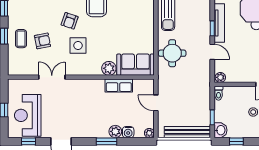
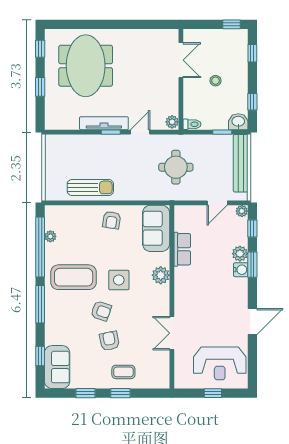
armchair: (142, 29) -> (112, 220), added
armchair: (42, 41) -> (109, 341), moved
side table: (78, 46) -> (119, 280), moved
round table: (172, 53) -> (176, 167), moved
plant: (109, 68) -> (161, 275), moved
door: (156, 103) -> (217, 203), moved
water cooler: (128, 132) -> (241, 270), moved
window: (29, 141) -> (252, 229), moved

